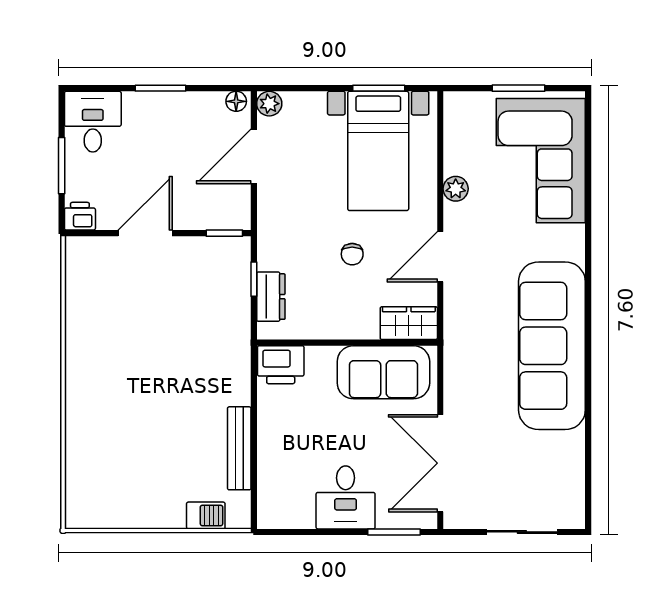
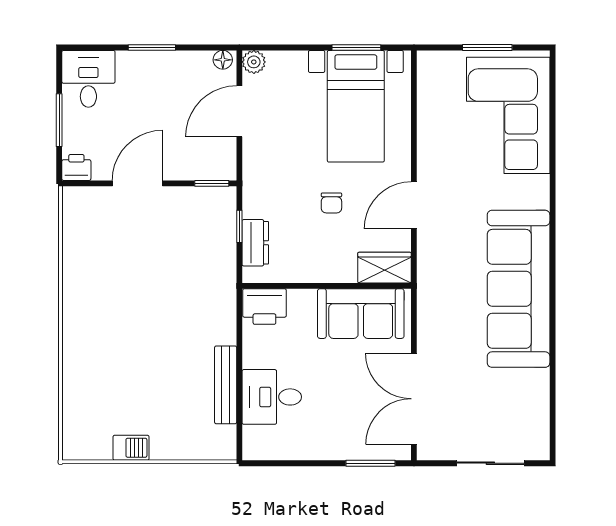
plant: (456, 189) -> (428, 142), removed
desk: (346, 497) -> (272, 397), moved, turned 90
barbecue: (206, 515) -> (131, 448), moved

